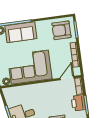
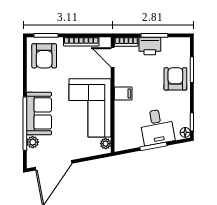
filing cabinet: (43, 89) -> (123, 93), added

